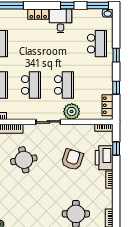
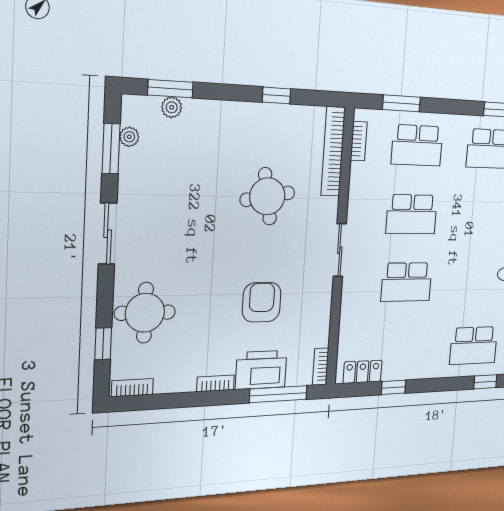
window: (116, 55) -> (485, 382), moved
plant: (72, 112) -> (356, 299), removed
window: (116, 148) -> (278, 394), width x2.17
armchair: (72, 160) -> (262, 302), turned -108

